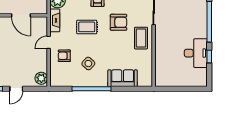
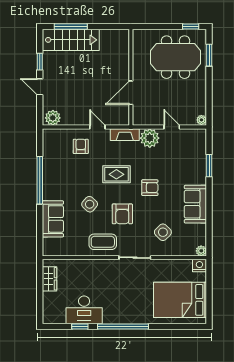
rug: (87, 27) -> (116, 174), turned 90
side table: (88, 64) -> (90, 204), moved
wardrobe: (171, 81) -> (49, 279), added

